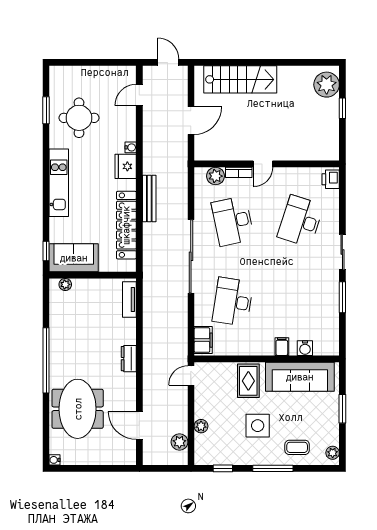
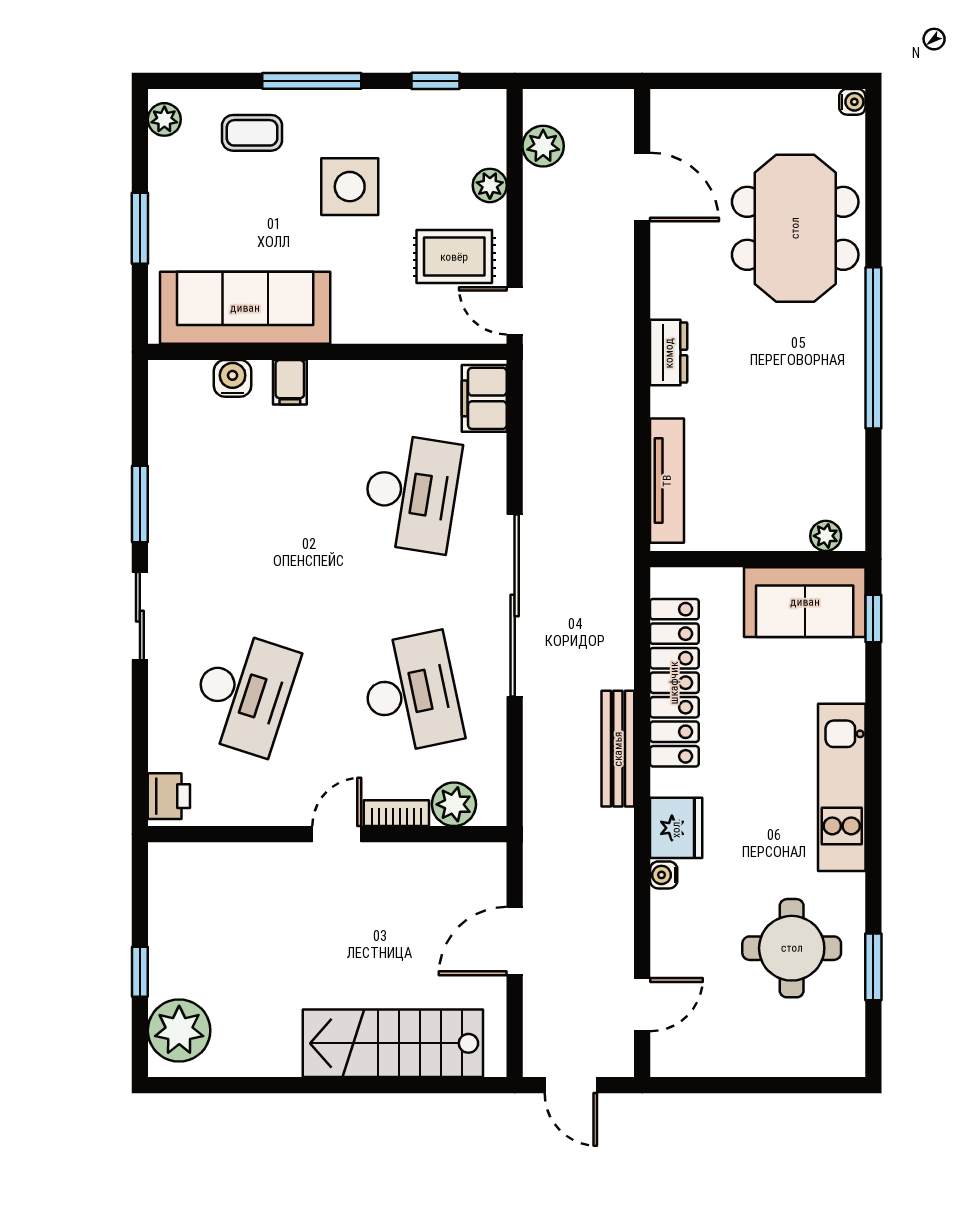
tv unit: (129, 299) -> (667, 481), width x1.41
door: (191, 375) -> (515, 311), swing flipped
rug: (248, 381) -> (454, 257), moved, turned 90

